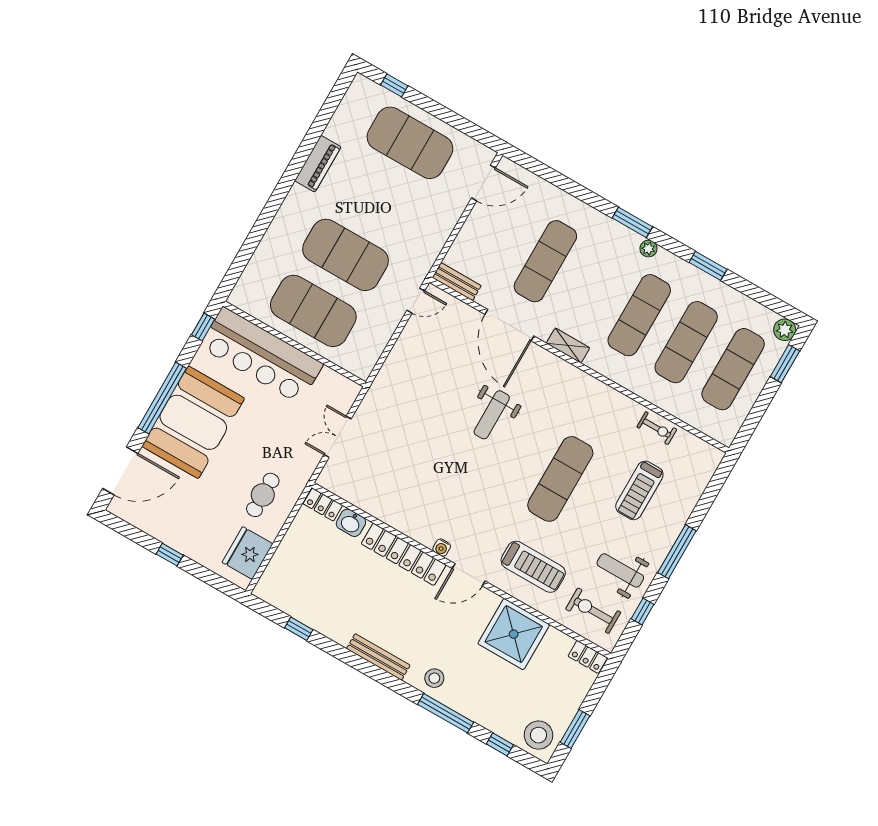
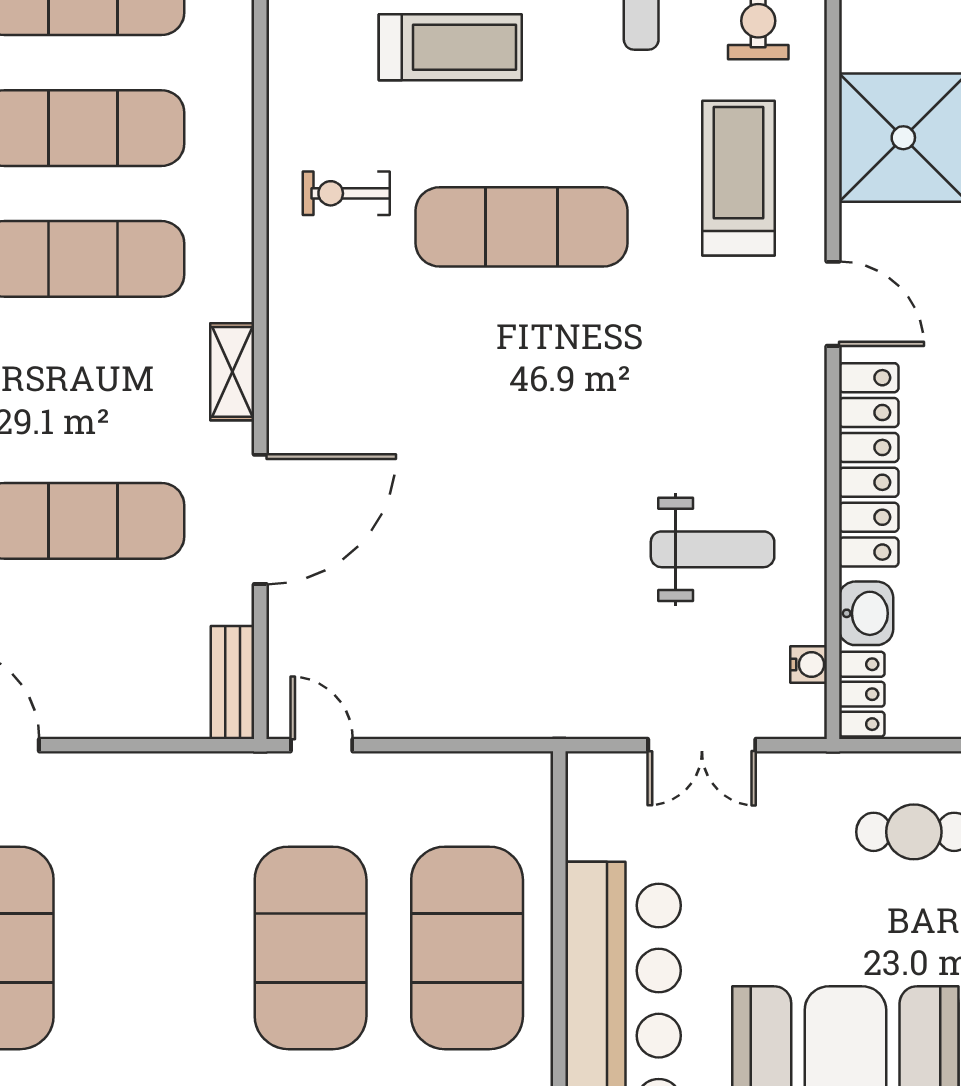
weight bench: (492, 415) -> (713, 549), moved
exercise bike: (657, 428) -> (346, 193), moved, turned -90
water cooler: (442, 548) -> (809, 664), moved

